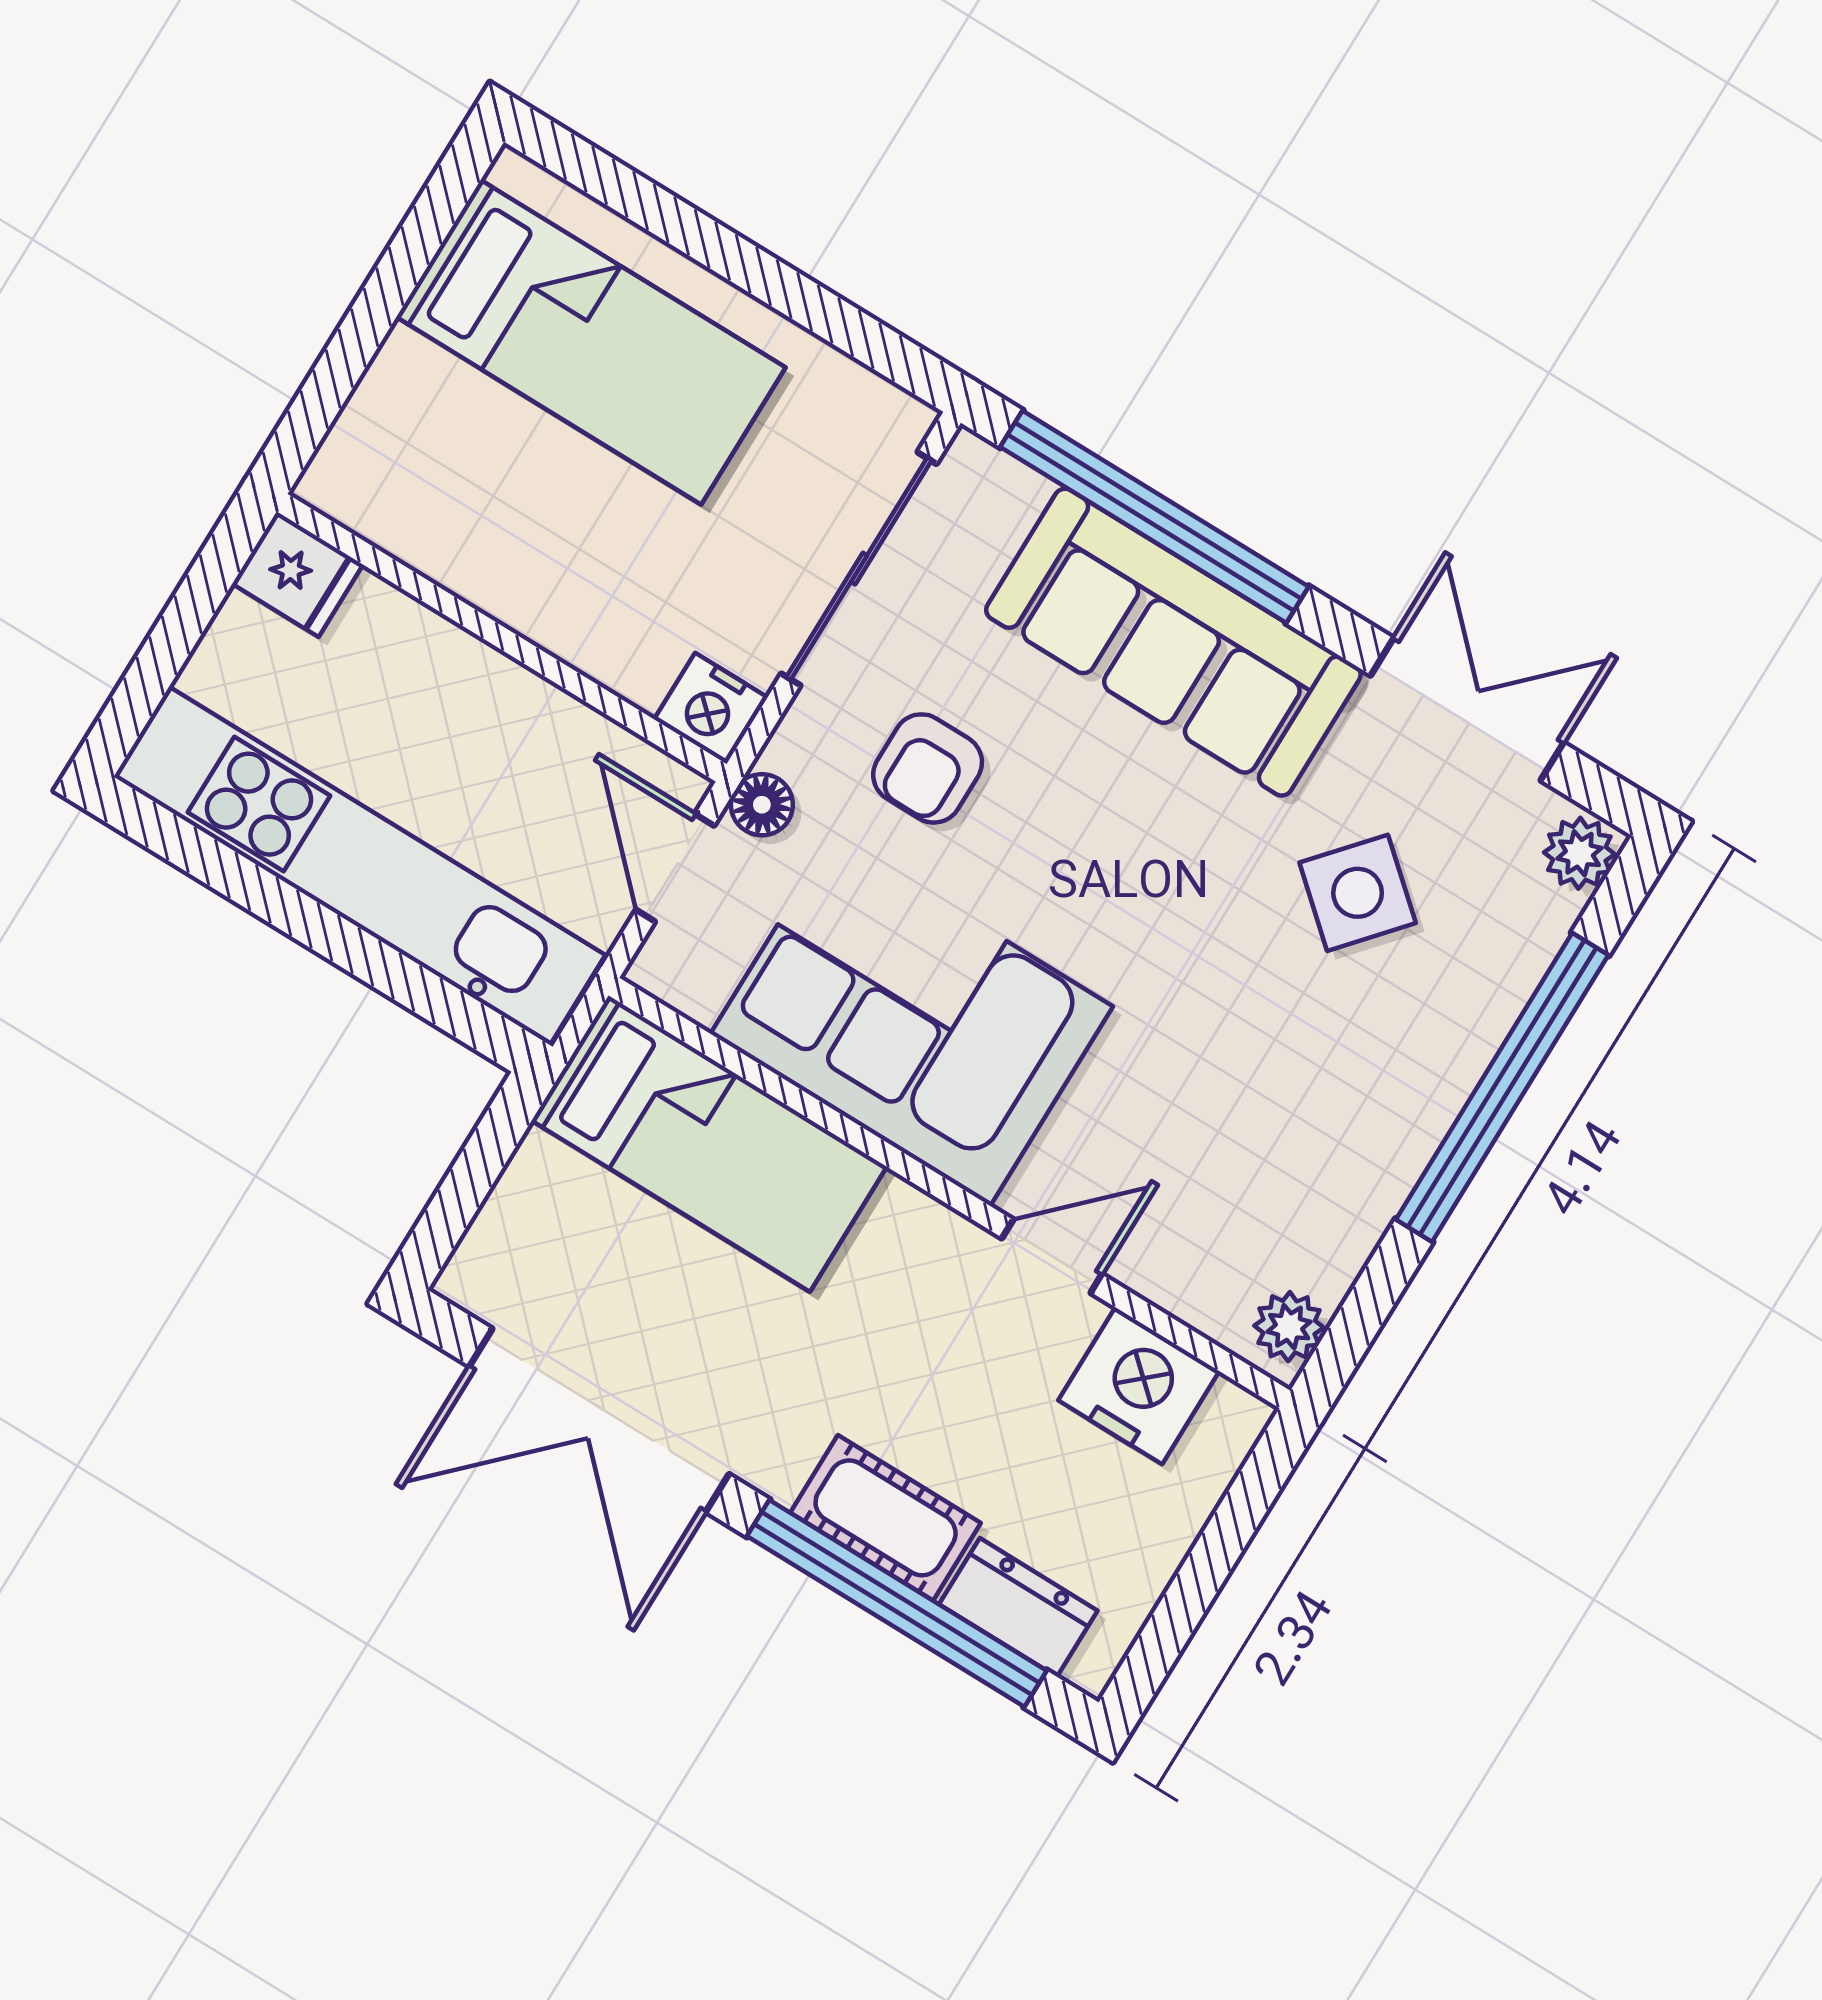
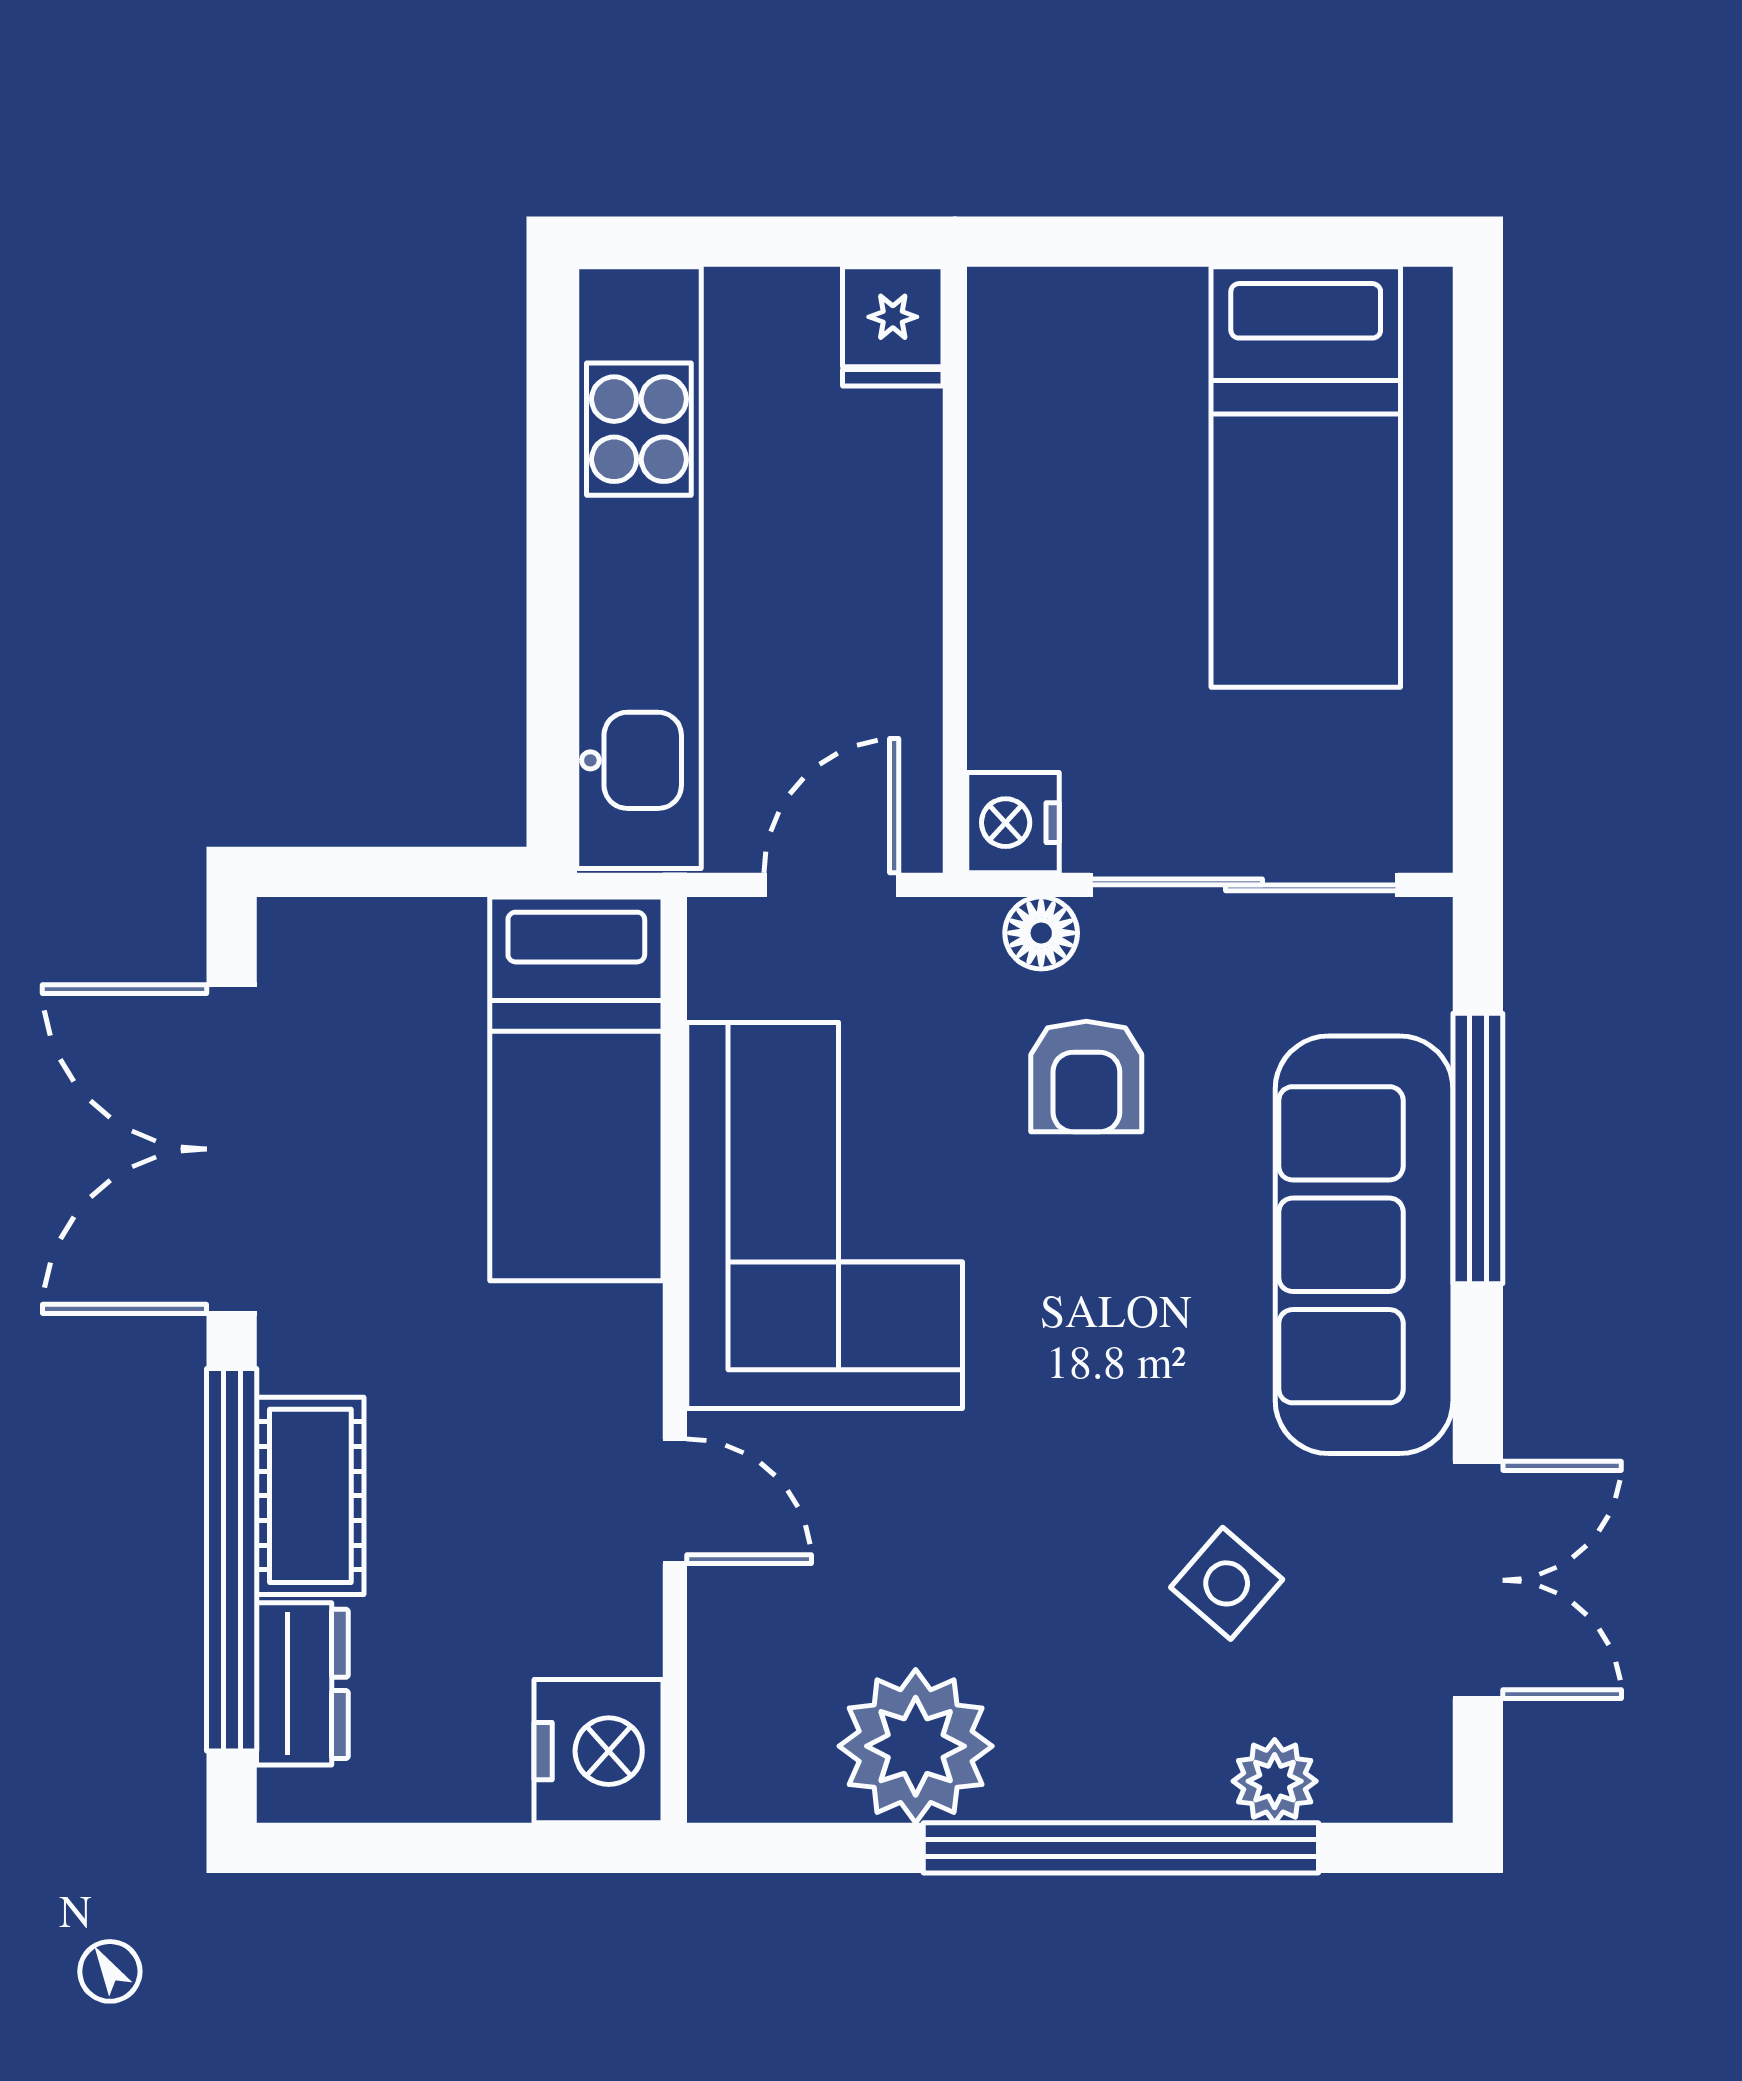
window: (1154, 517) -> (1478, 1149), width x0.68
armchair: (928, 768) -> (1086, 1076), turned -90
floor lamp: (762, 805) -> (1041, 933), moved
plant: (1579, 853) -> (1275, 1781), moved
side table: (1358, 893) -> (1227, 1583), width x0.73, depth x0.73
plant: (1289, 1327) -> (916, 1746), moved, width x1.87, depth x1.87
nightstand: (1139, 1386) -> (598, 1751), moved

